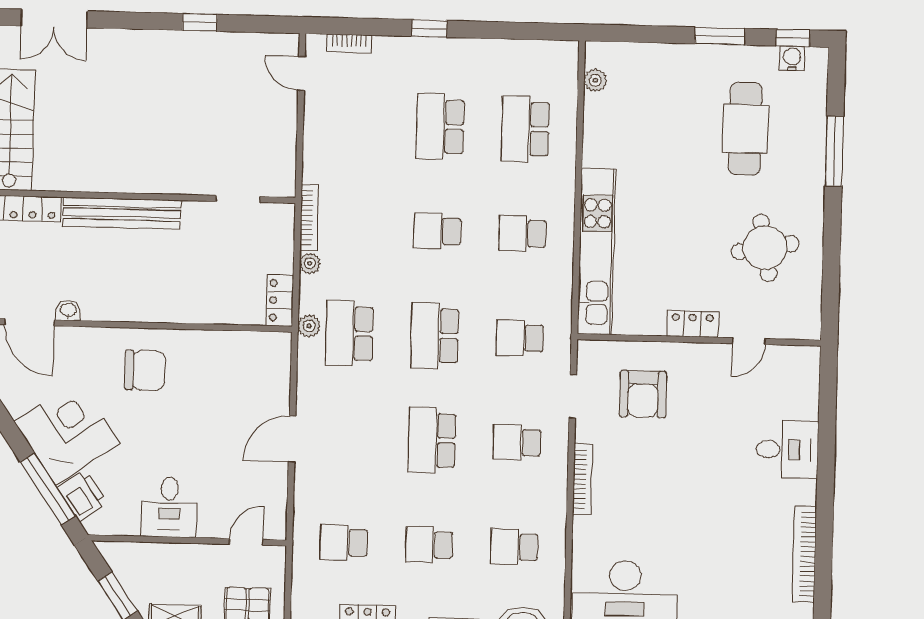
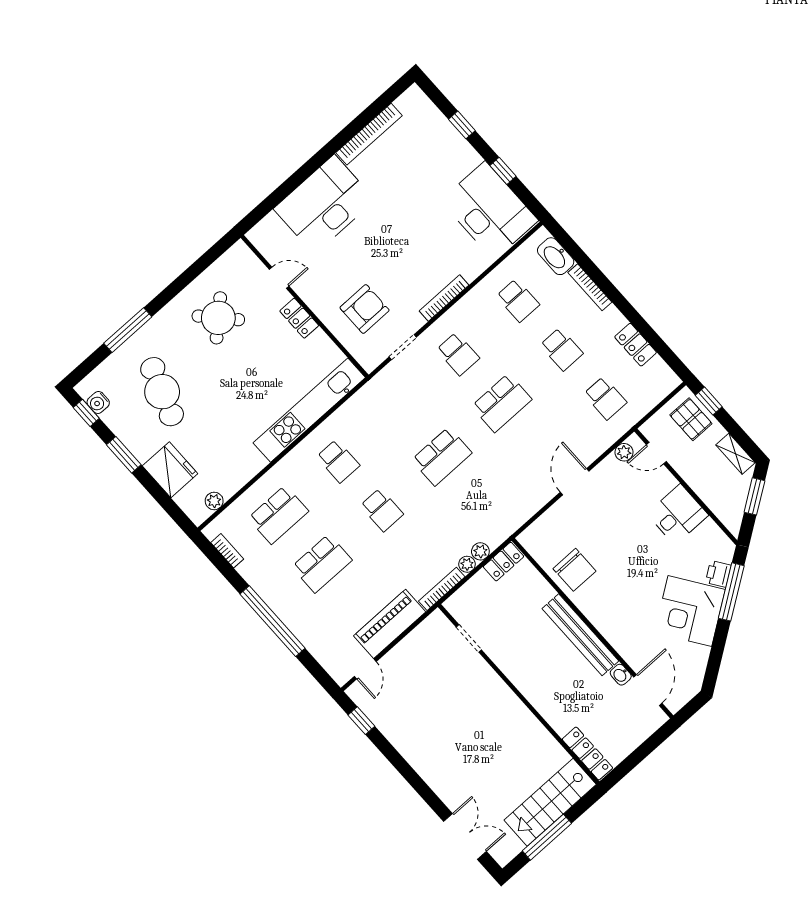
window: (200, 22) -> (361, 721), moved
window: (429, 28) -> (272, 621), width x3.17
bookcase: (349, 43) -> (227, 551), moved
fridge: (664, 66) -> (170, 470), added
cafe table: (745, 129) -> (162, 392), turned -70
piano: (322, 137) -> (390, 624), added
bench: (122, 213) -> (580, 635), moved
round table: (765, 248) -> (218, 318), turned -33
plant: (309, 326) -> (480, 551), moved
school desk: (349, 333) -> (485, 505), removed
school desk: (520, 338) -> (398, 408), removed
chair: (145, 370) -> (575, 570), moved, turned 180
door: (292, 439) -> (575, 482), swing flipped
desk: (787, 450) -> (324, 204), width x1.87, depth x1.30
printer: (82, 495) -> (718, 574), width x0.73, depth x0.81
plant: (276, 512) -> (624, 452), added

